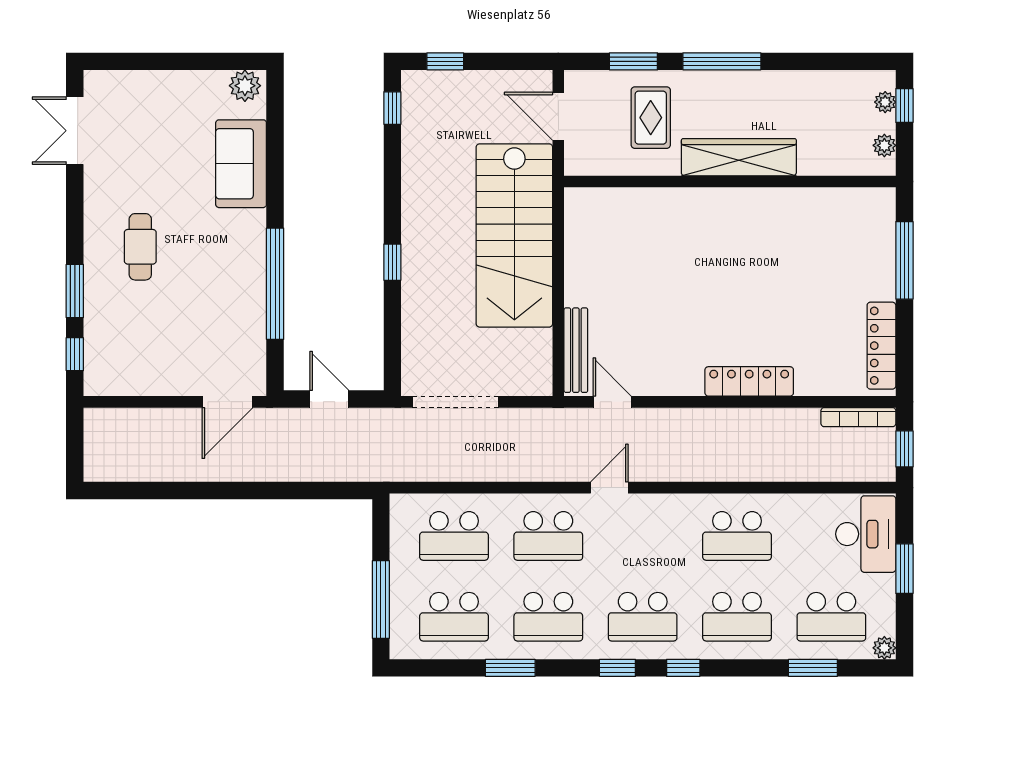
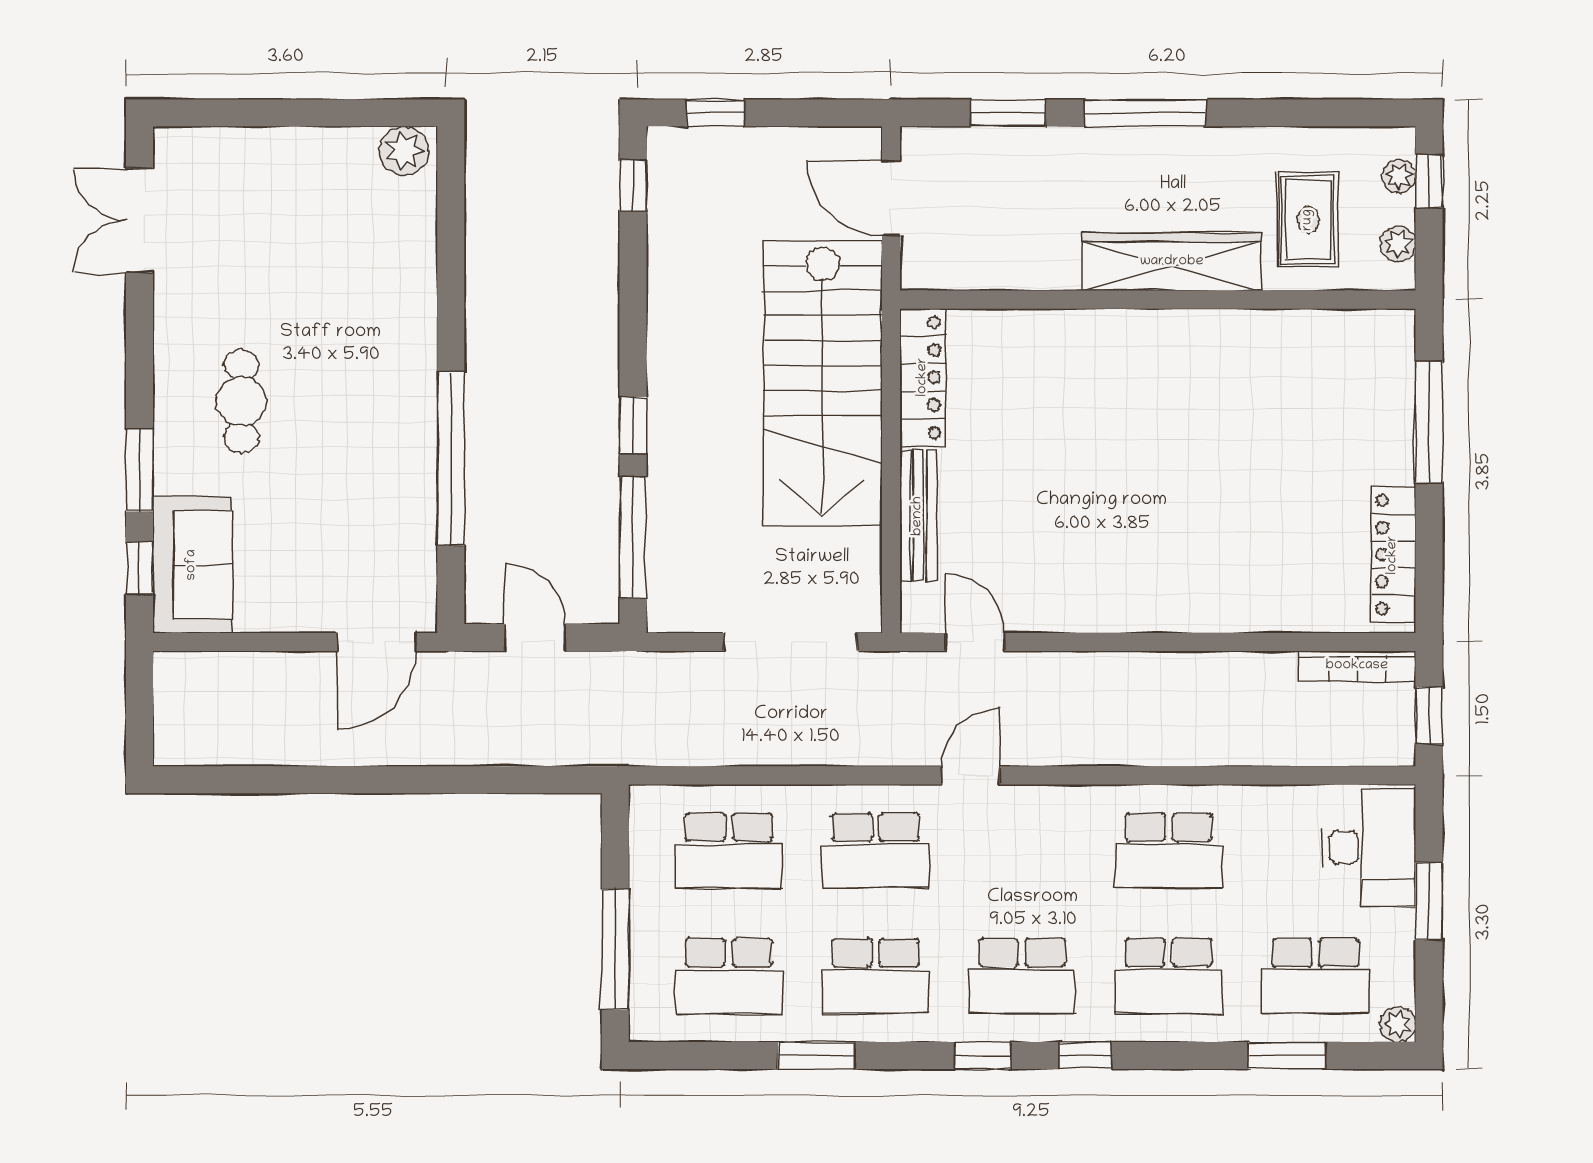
rug: (651, 118) -> (1308, 220), moved
sofa: (241, 164) -> (192, 565), moved, turned 180
window: (392, 335) -> (633, 538), added
bench: (576, 350) -> (918, 516), moved
locker: (749, 381) -> (923, 377), moved, turned 90
doorway: (456, 402) -> (790, 642), moved

